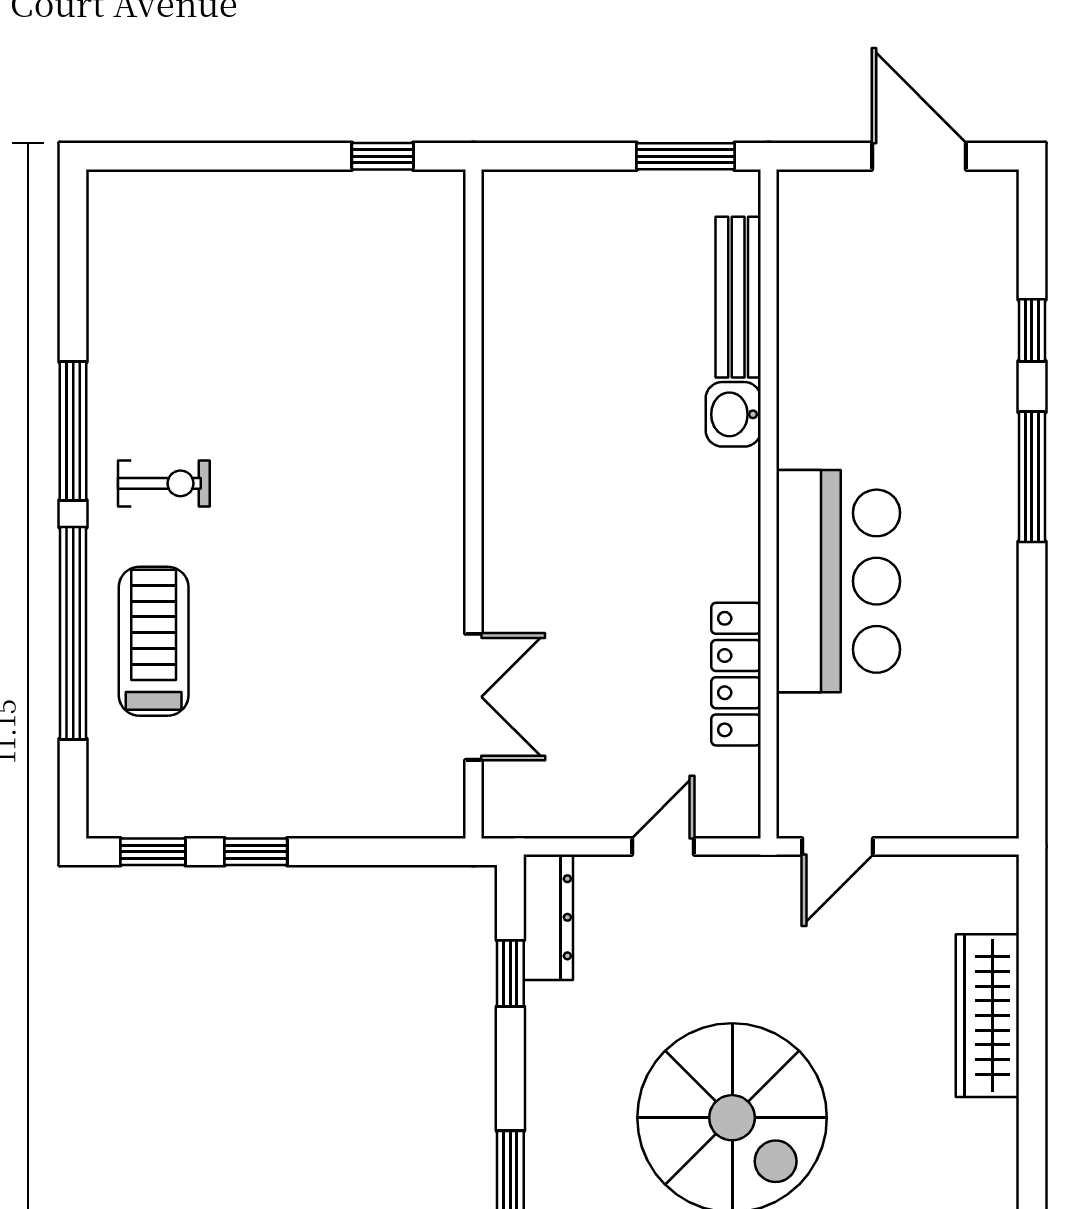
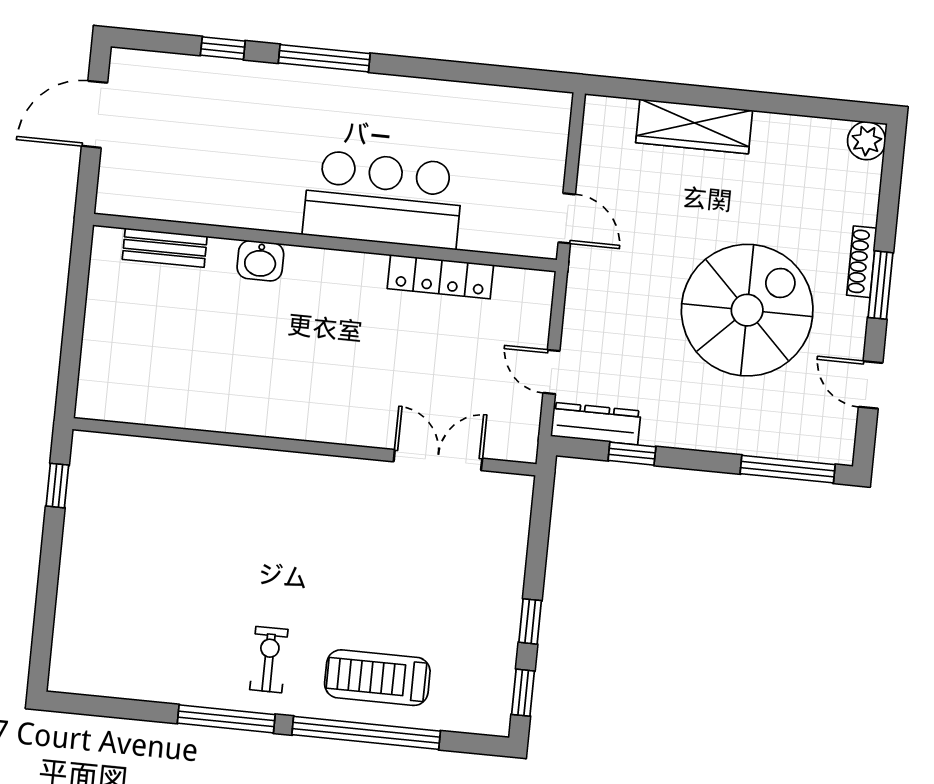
window: (686, 156) -> (78, 276), removed
bench: (738, 297) -> (165, 248), width x0.73
door: (663, 846) -> (551, 372), moved

